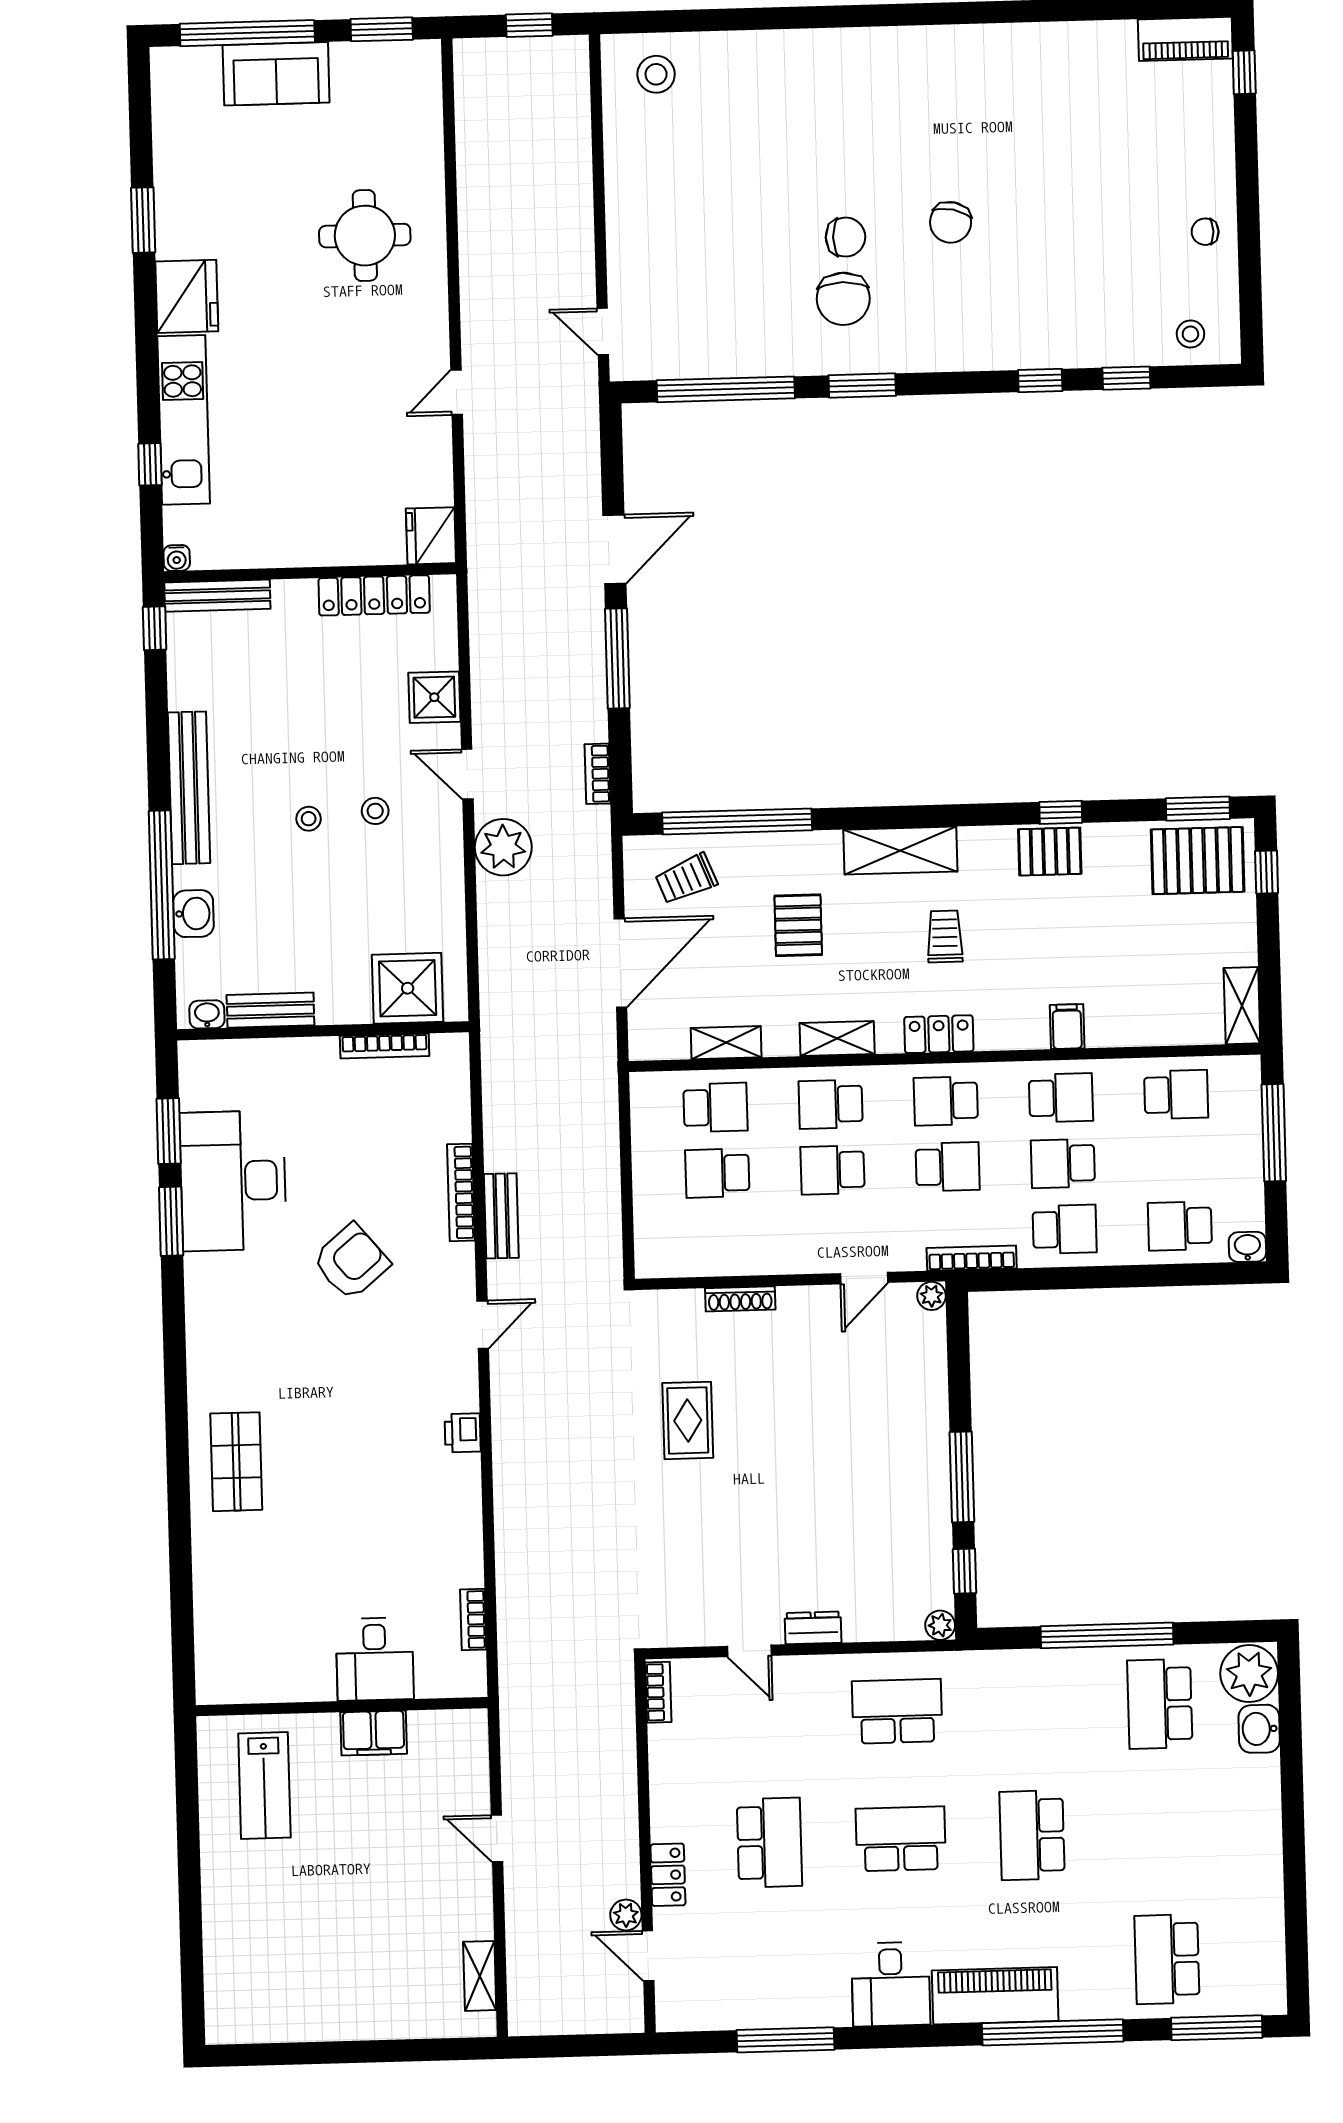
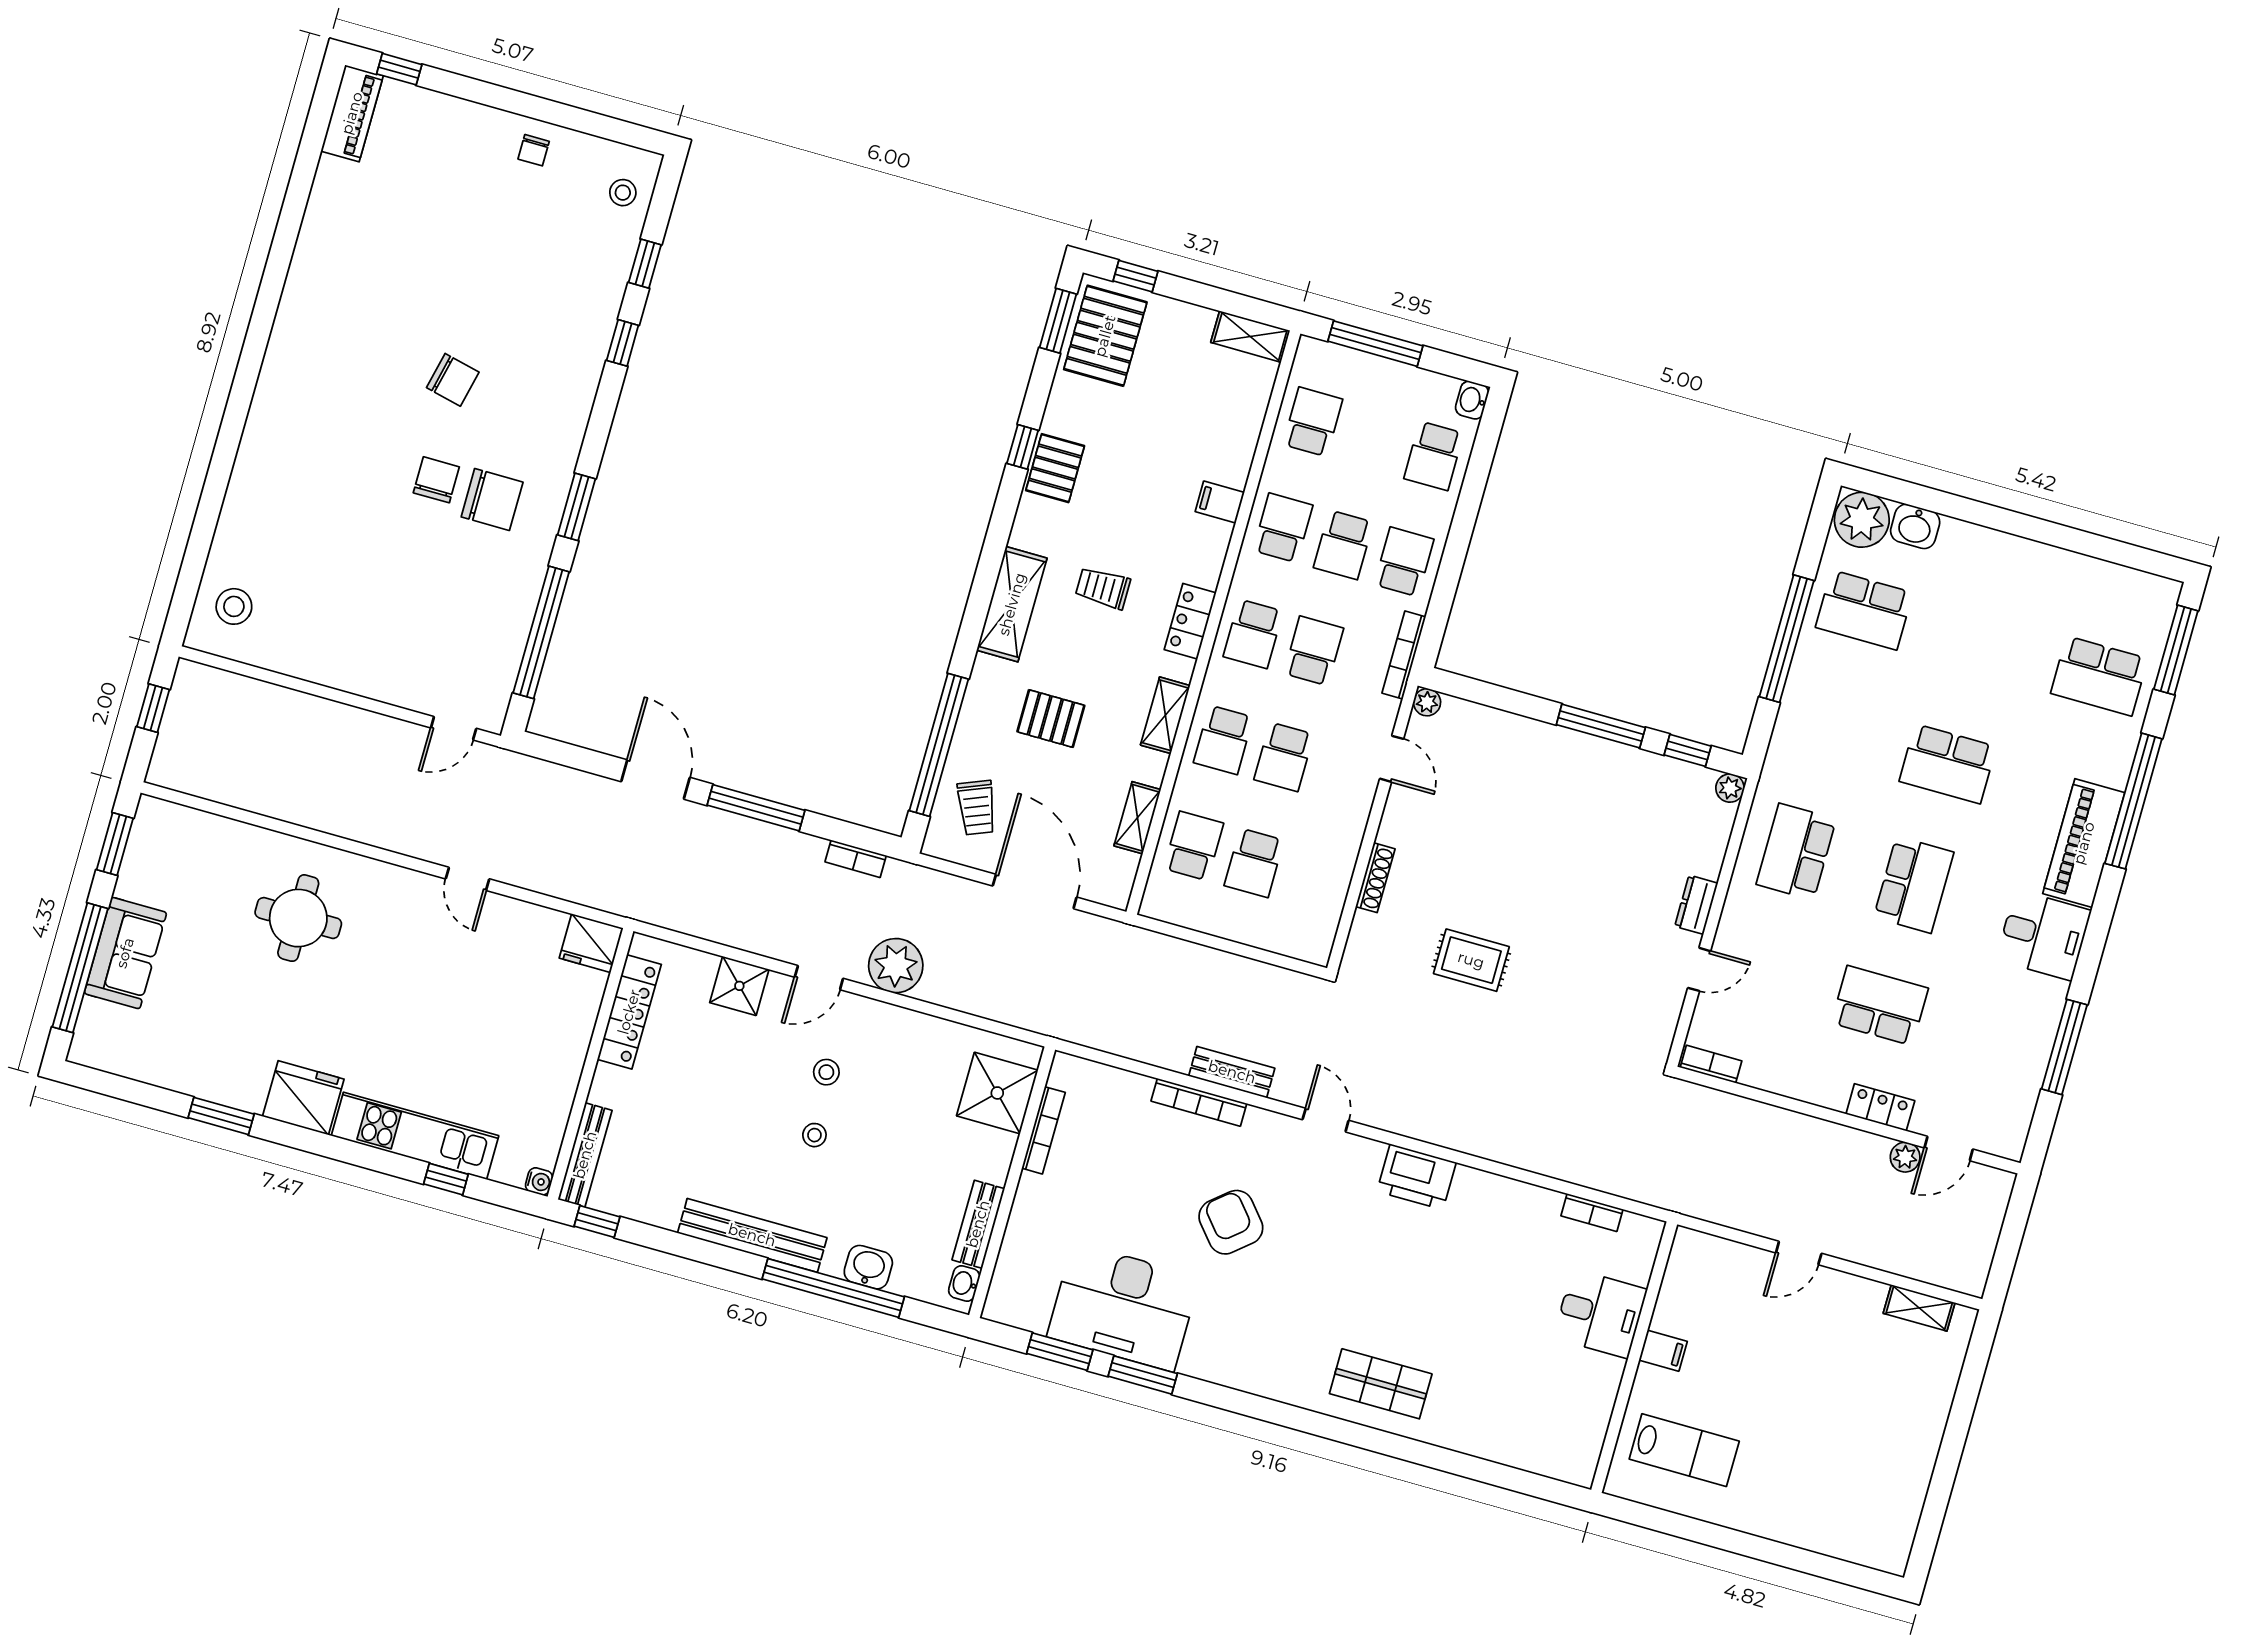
printer: (463, 1433) -> (1416, 1177), width x1.87, depth x1.48
filing cabinet: (374, 1733) -> (1663, 1351), width x0.50
school desk: (901, 1839) -> (1914, 885), turned 180

